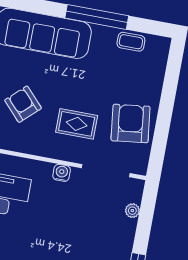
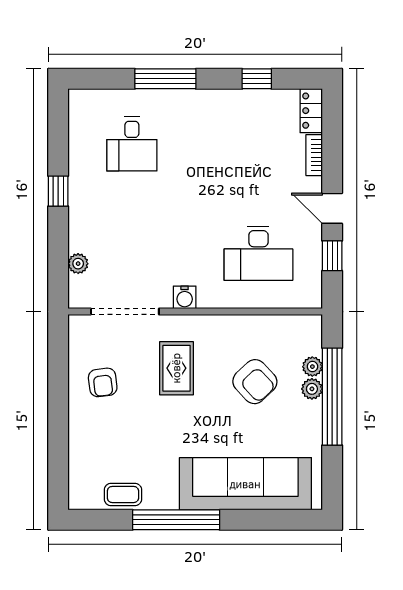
armchair: (131, 123) -> (103, 382), width x0.53, depth x0.53
rug: (77, 124) -> (176, 368), turned 90

